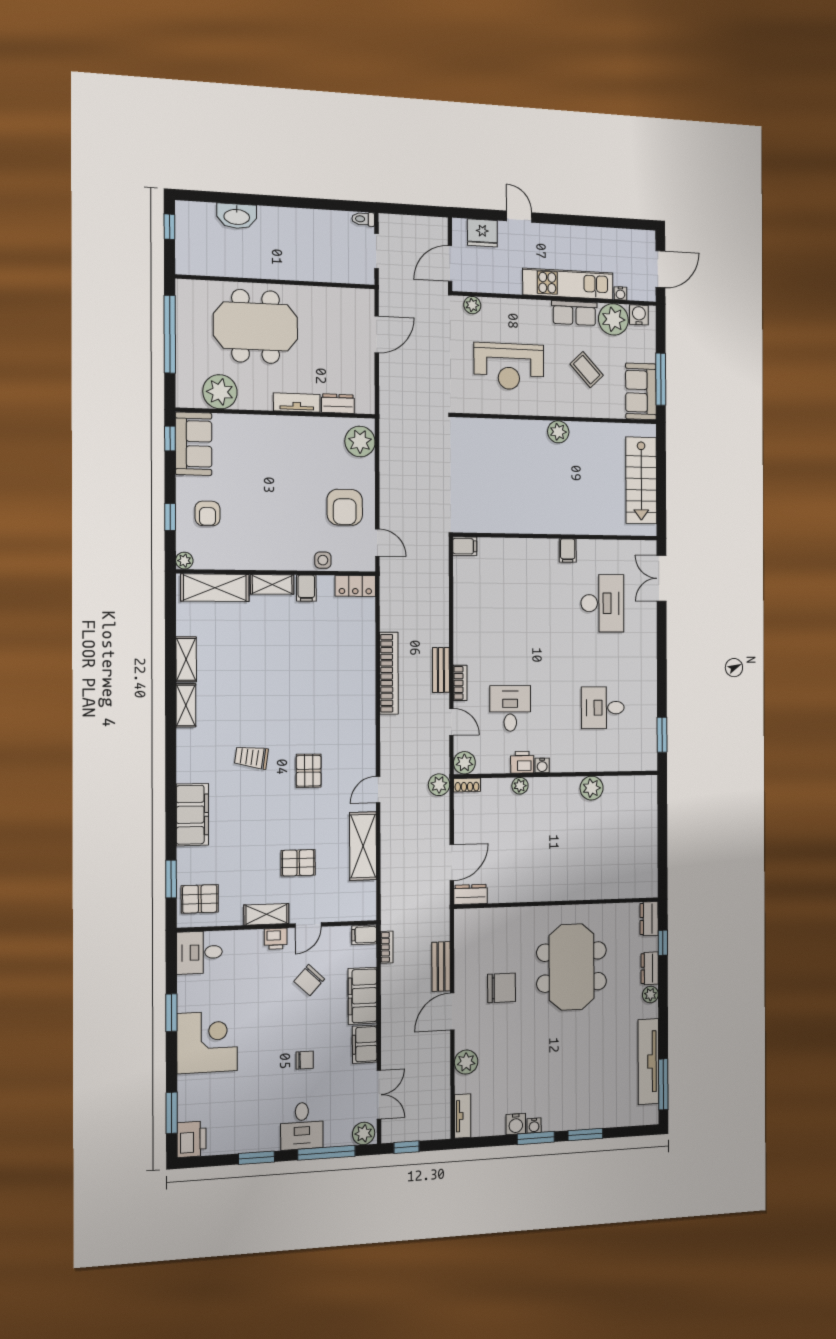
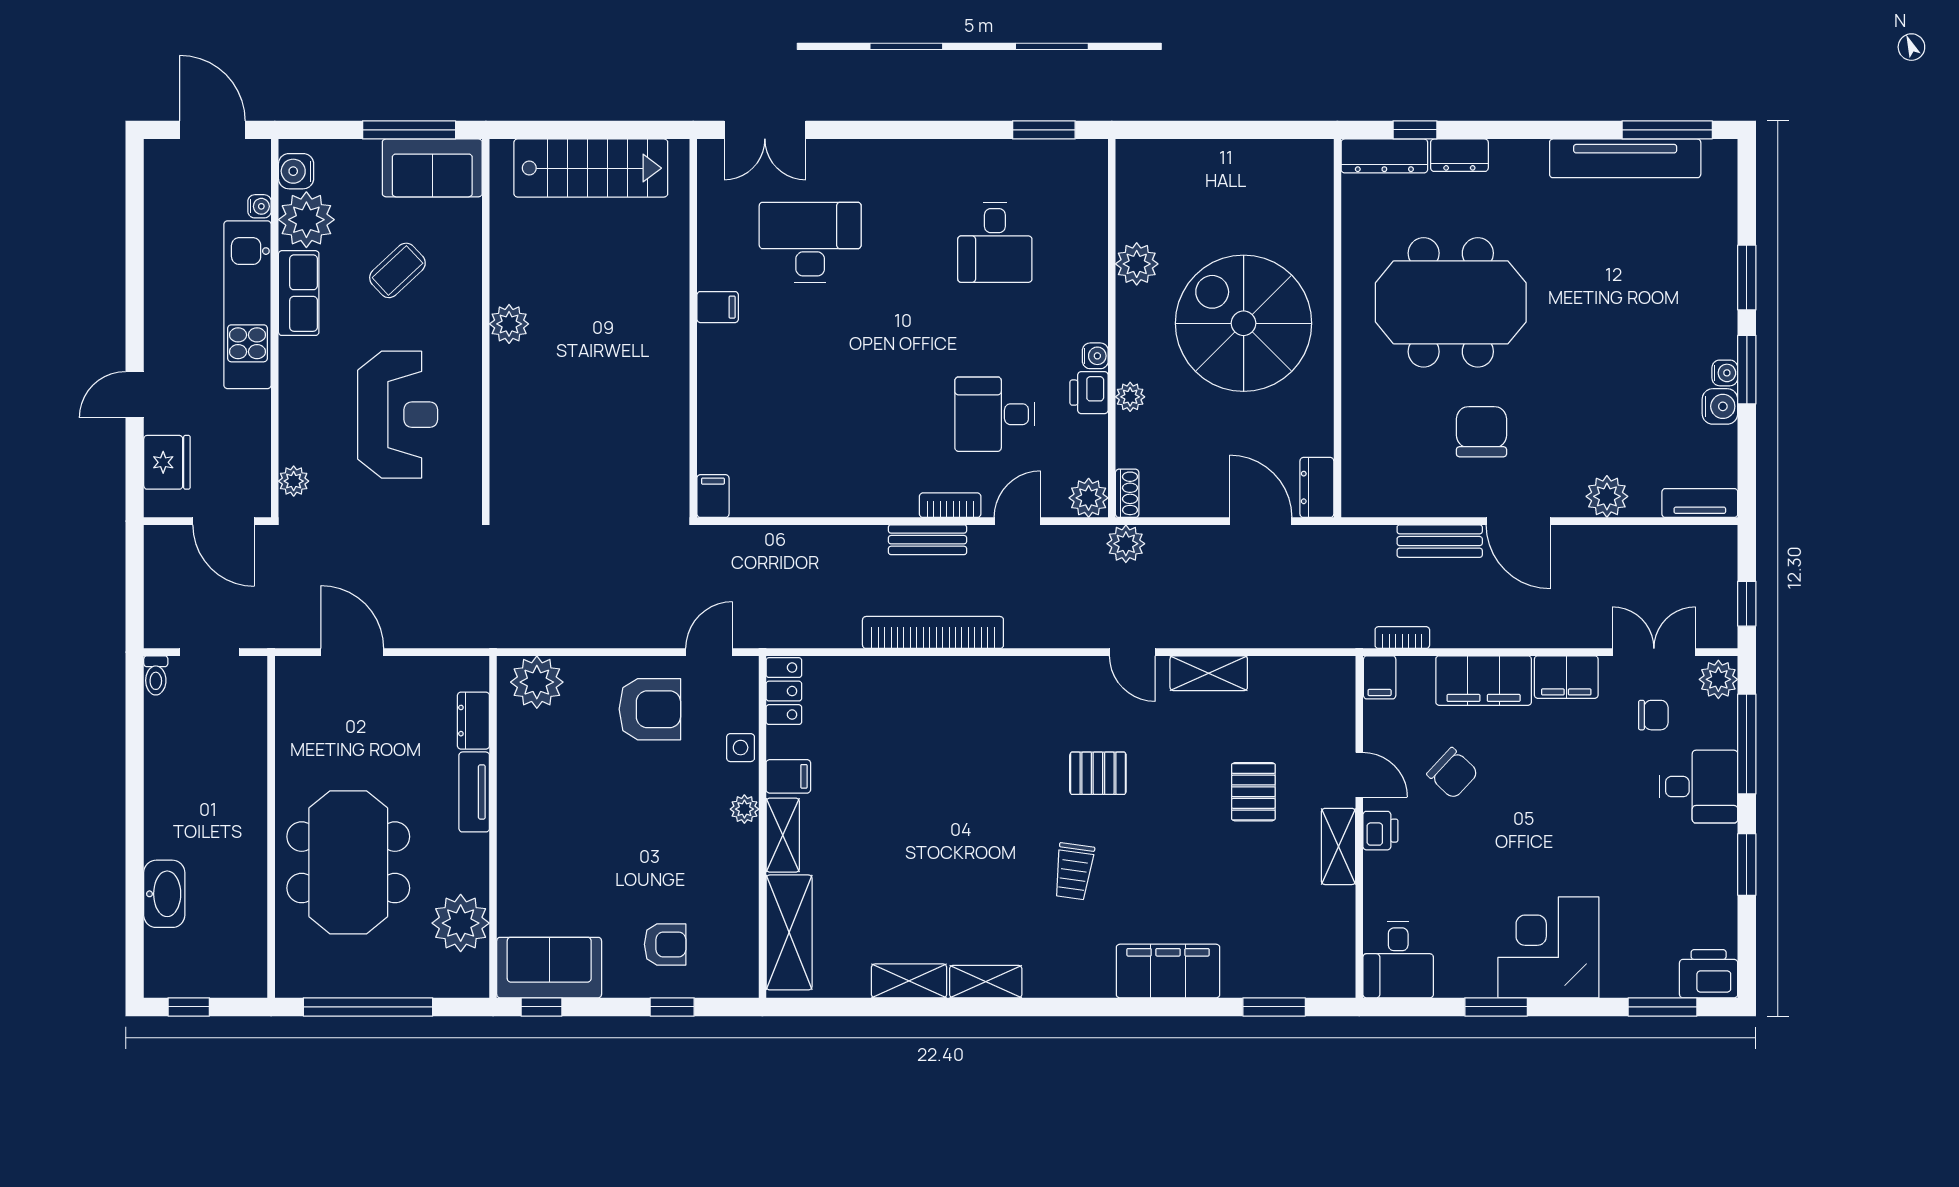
plant: (184, 561) -> (744, 809), moved
shelving: (363, 846) -> (1209, 673), width x0.67, depth x0.75
spiral stairs: (560, 850) -> (1244, 323), added
pallet: (200, 899) -> (1309, 959), removed
dresser: (649, 919) -> (1384, 156), width x1.44
plant: (650, 995) -> (1506, 154), removed
chair: (305, 1060) -> (1653, 715), moved, turned 90

